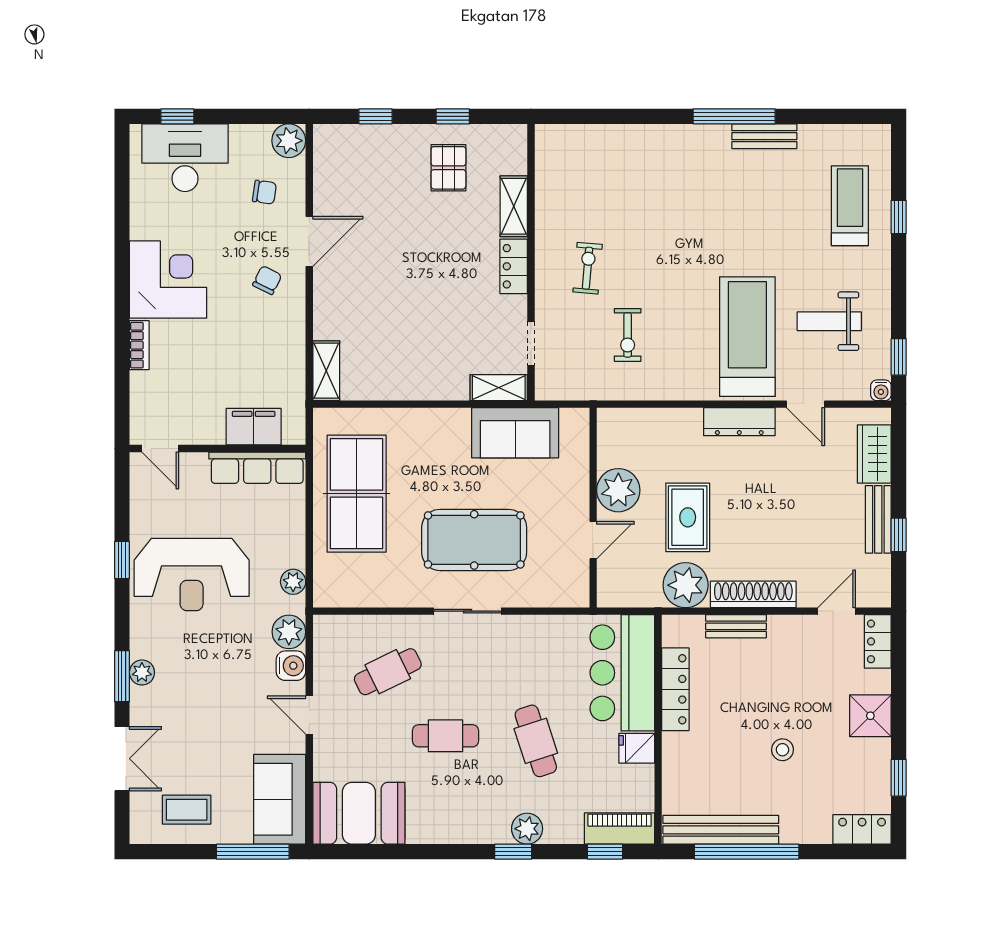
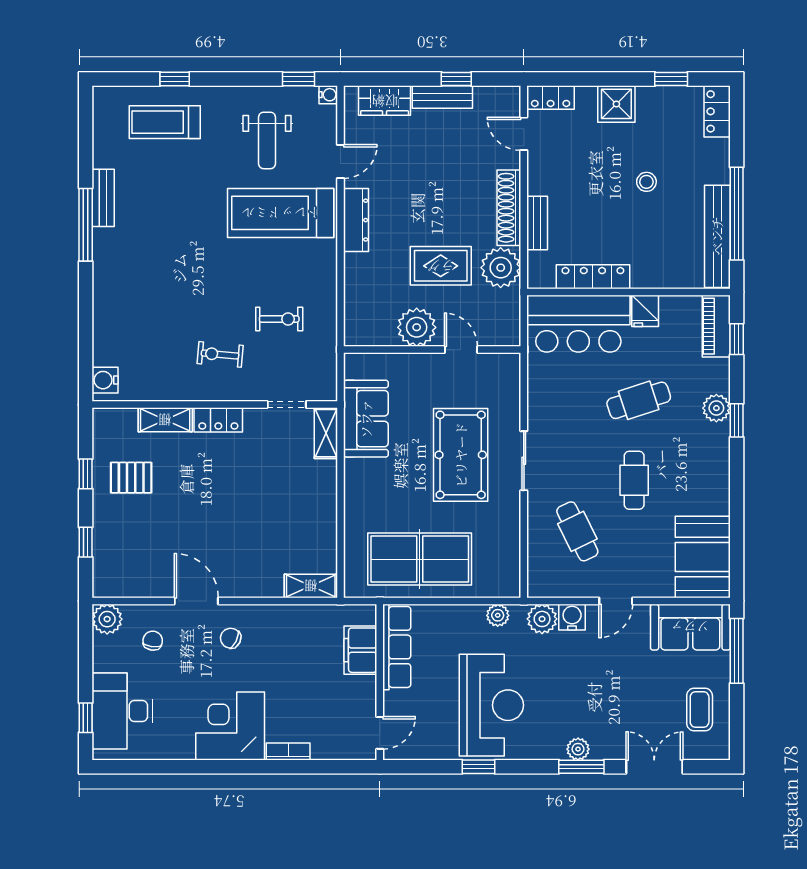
water cooler: (559, 138) -> (105, 380), added

